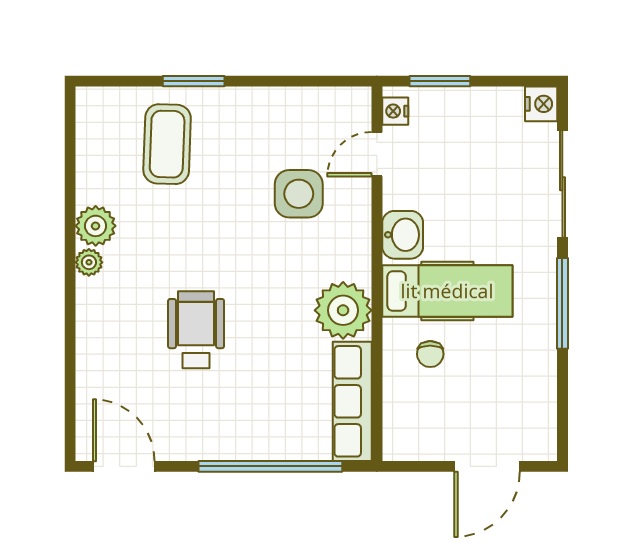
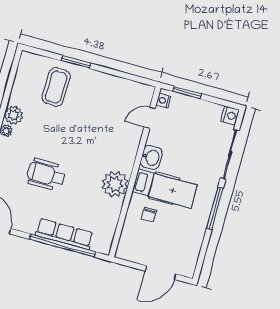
side table: (299, 194) -> (109, 126), removed
wheelchair: (196, 330) -> (46, 175), turned -90
row of seats: (352, 401) -> (64, 234), moved, turned 90

